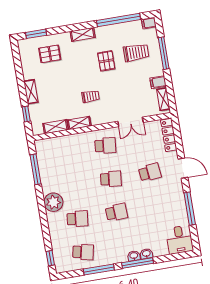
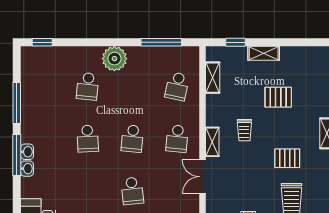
pallet: (50, 54) -> (278, 97), moved, turned 90
shelving: (79, 123) -> (212, 142), moved
school desk: (83, 252) -> (177, 86), moved

